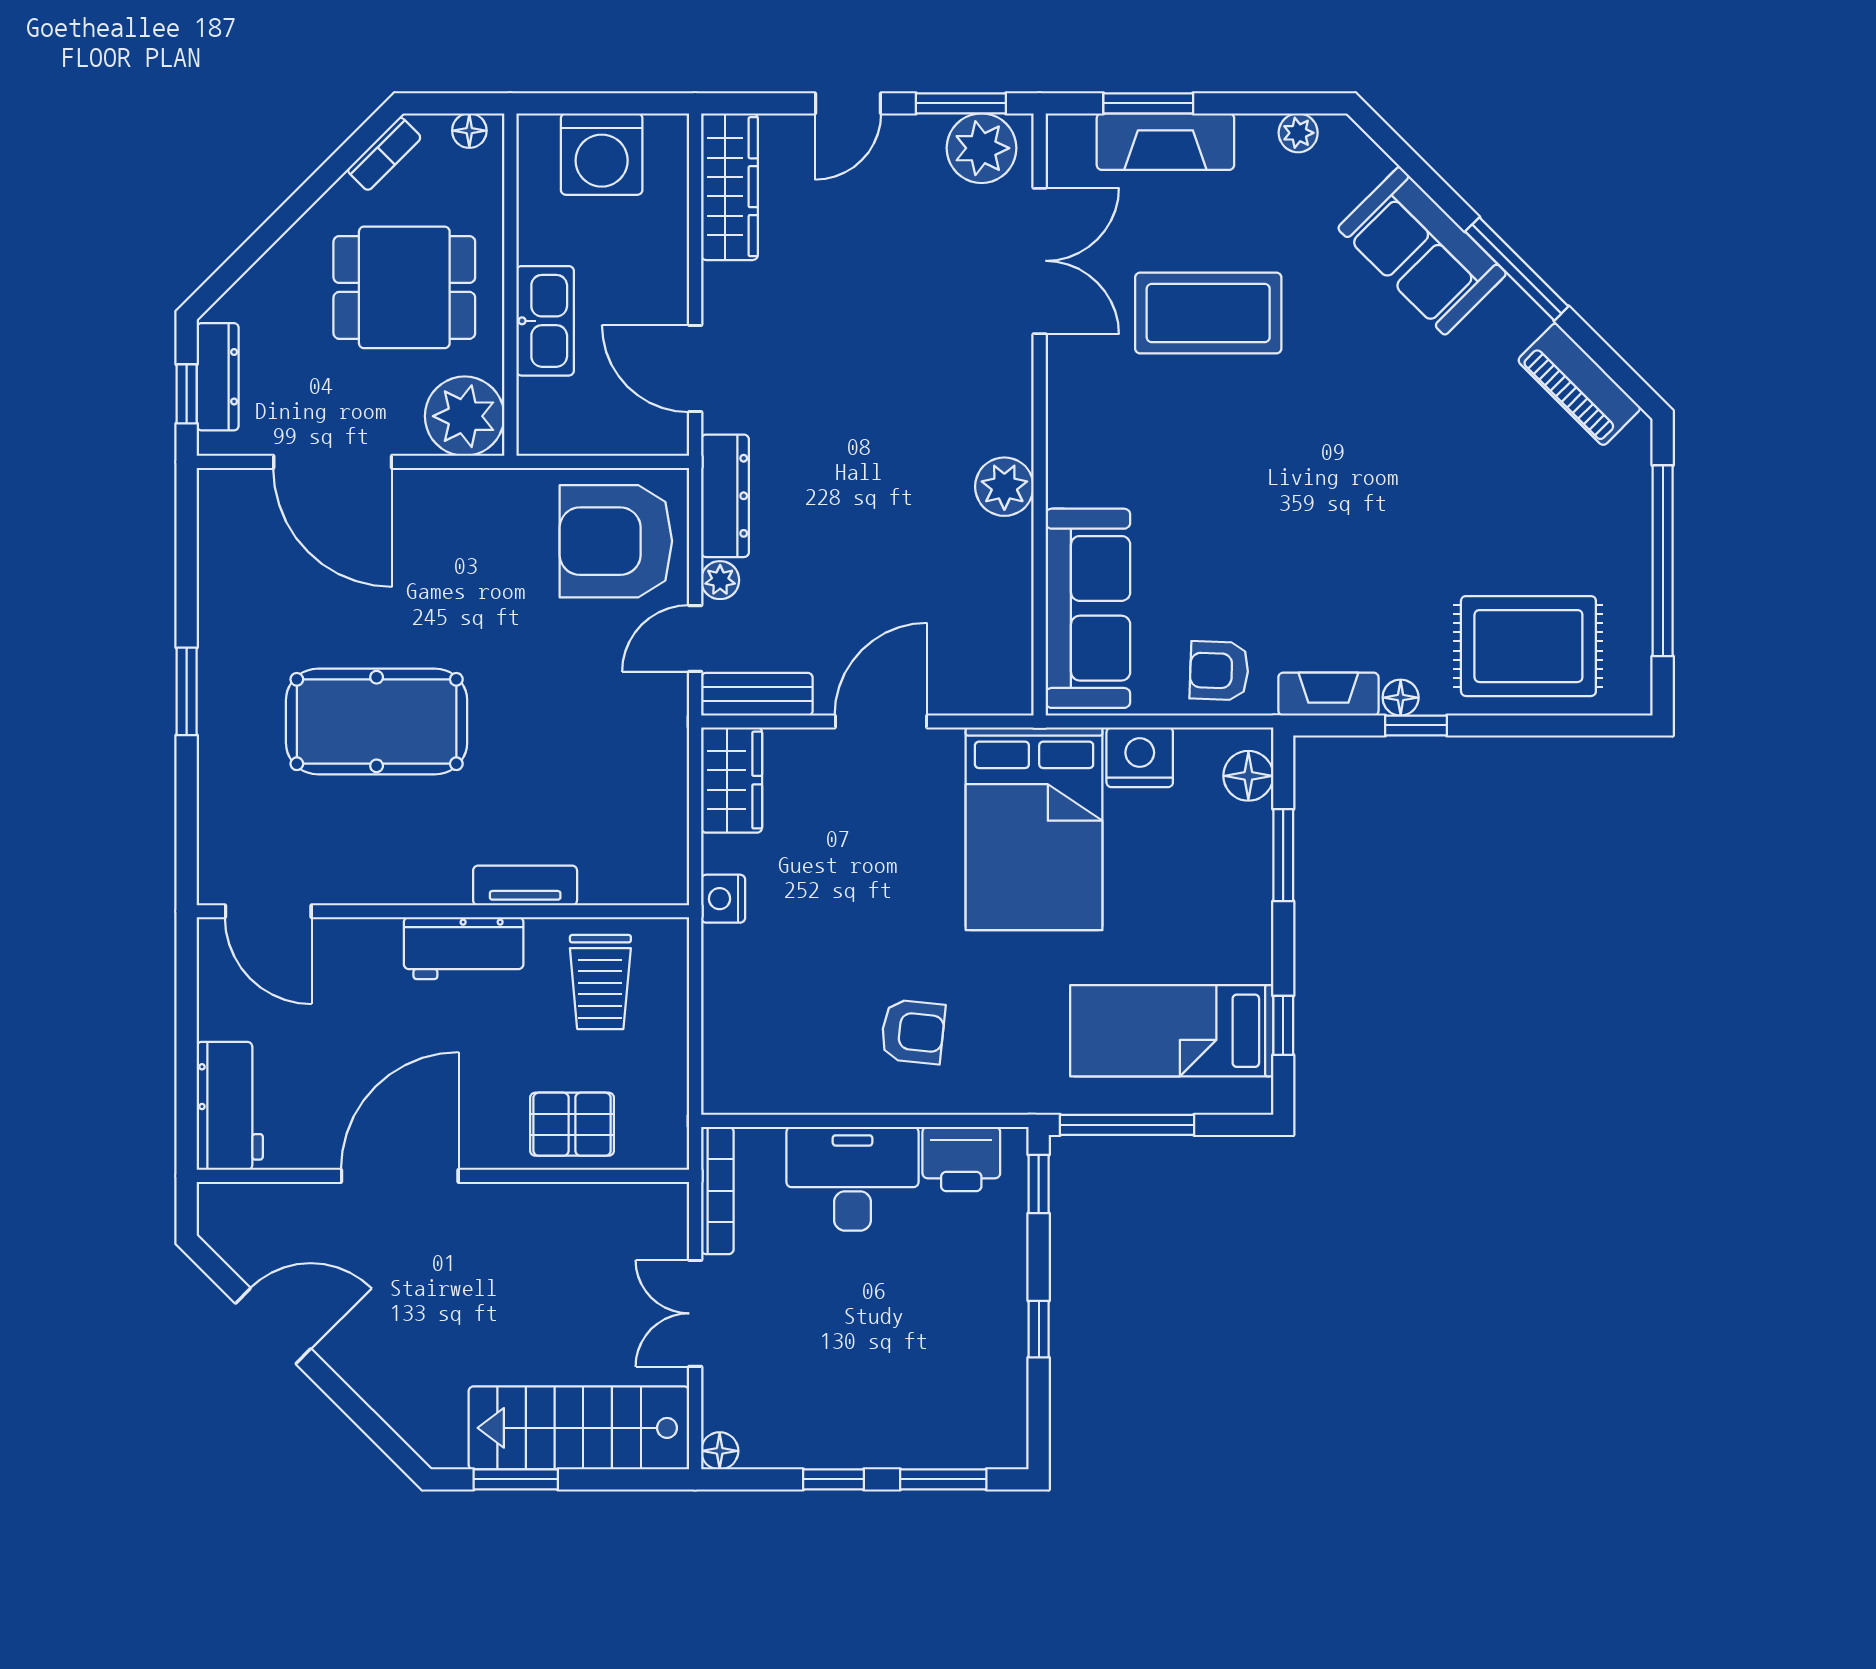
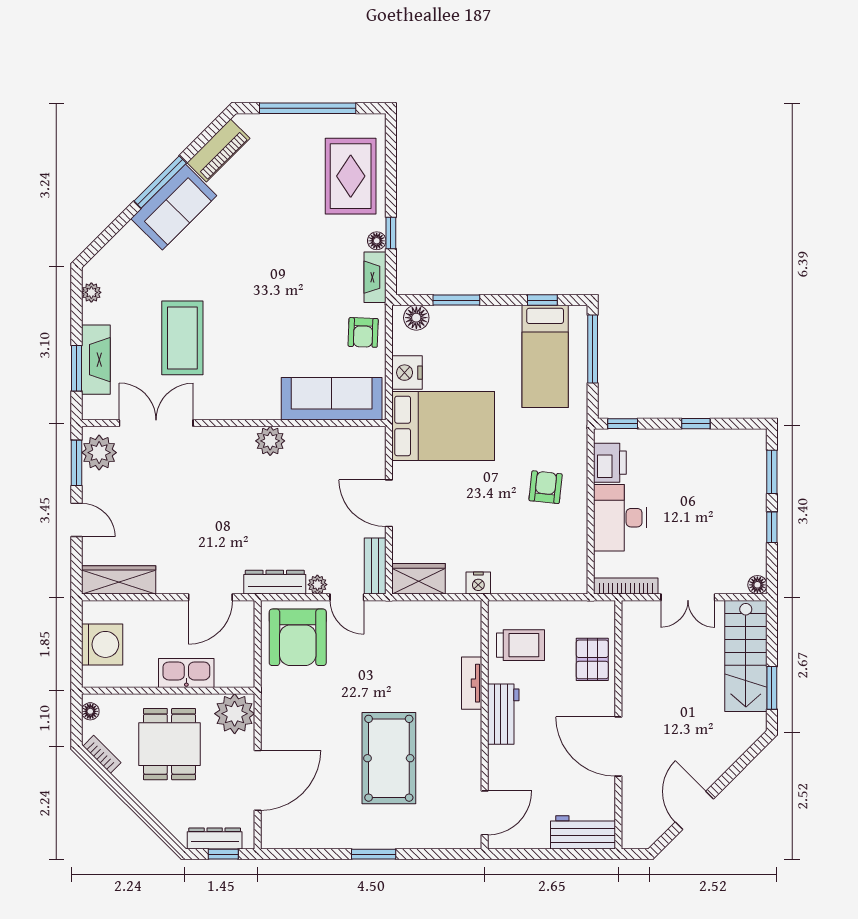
sofa: (1422, 251) -> (174, 207), moved
window: (1127, 1125) -> (593, 349), moved

